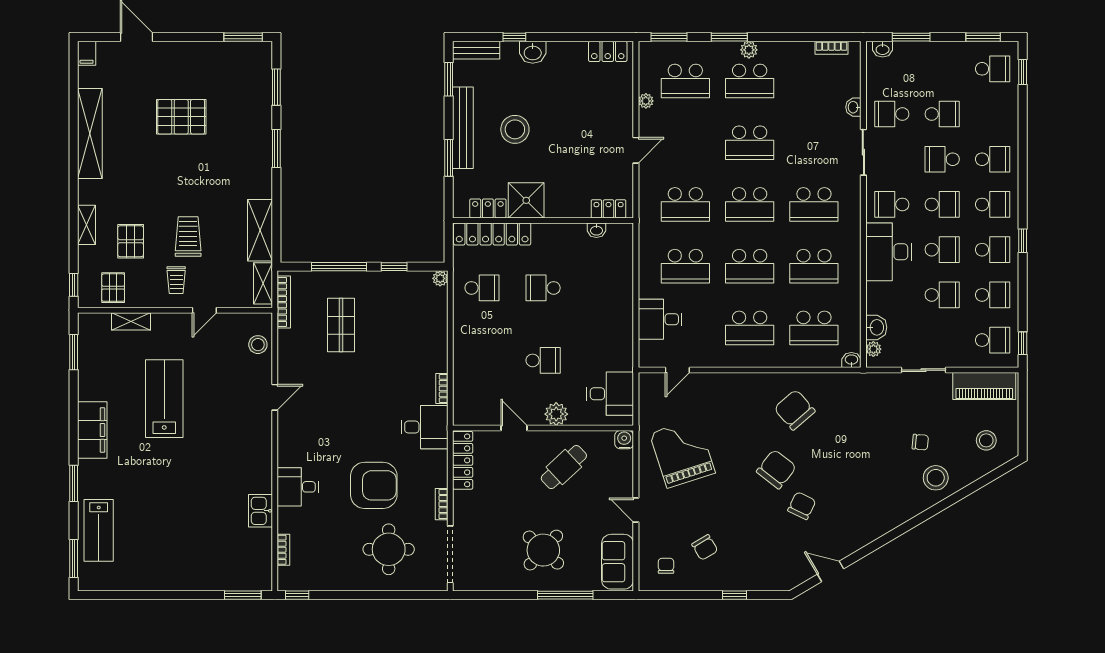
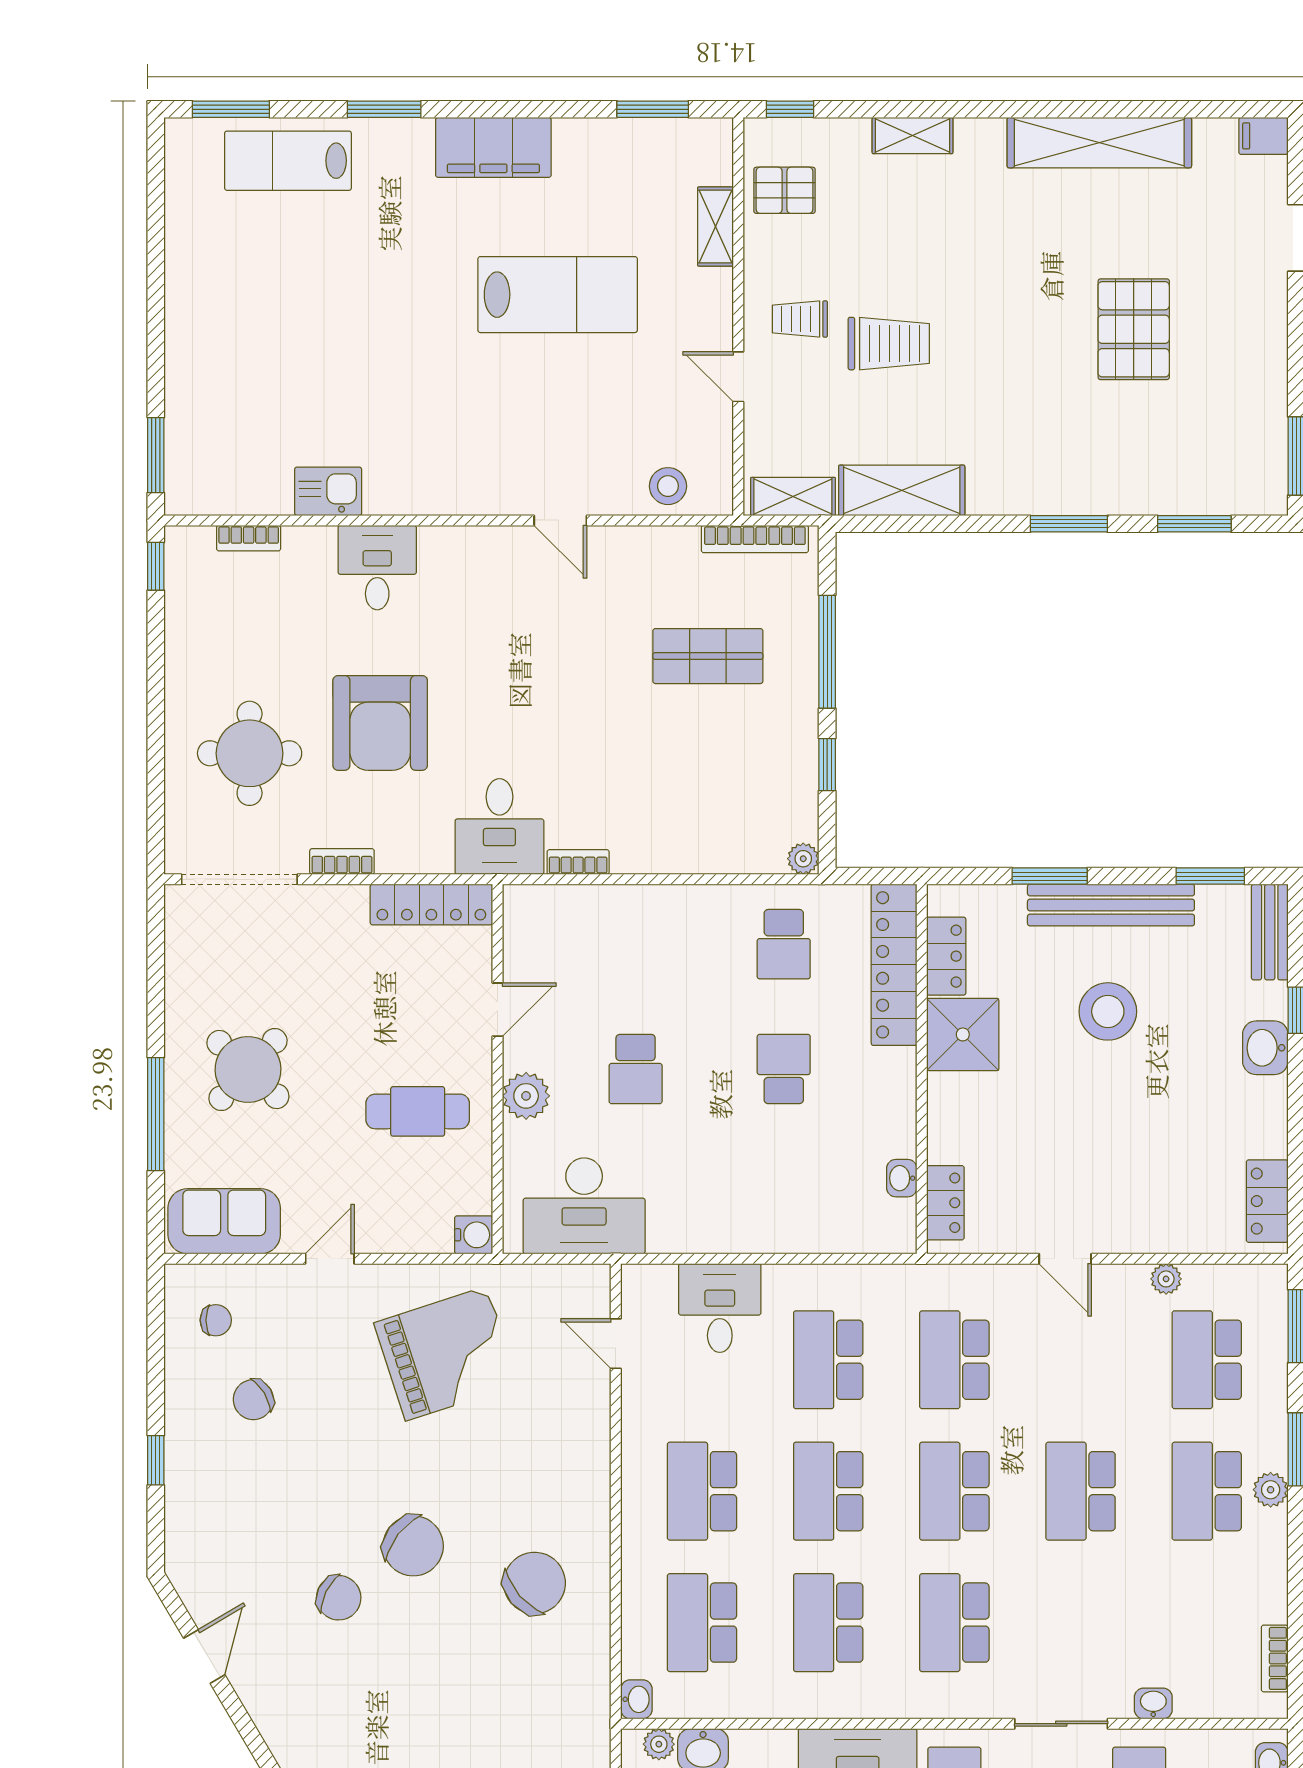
pallet: (131, 241) -> (879, 226), removed
desk: (610, 394) -> (584, 1206), width x1.37
cafe table: (564, 467) -> (418, 1111), turned -47

